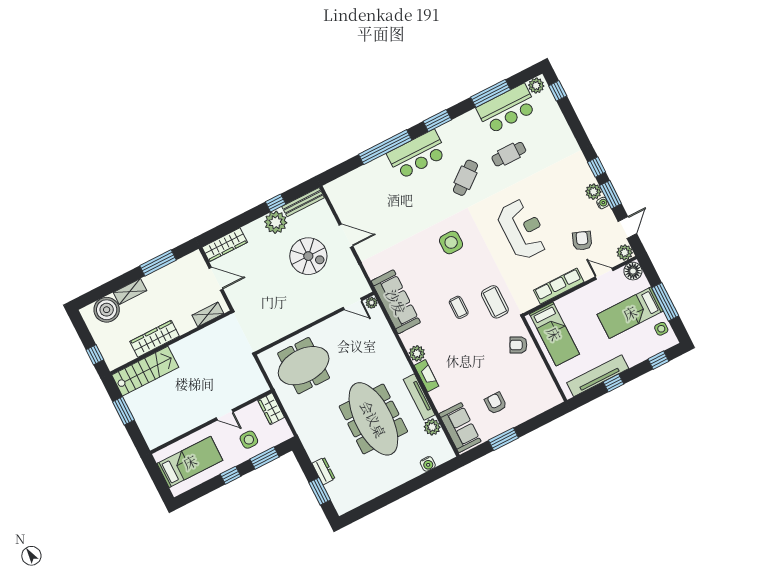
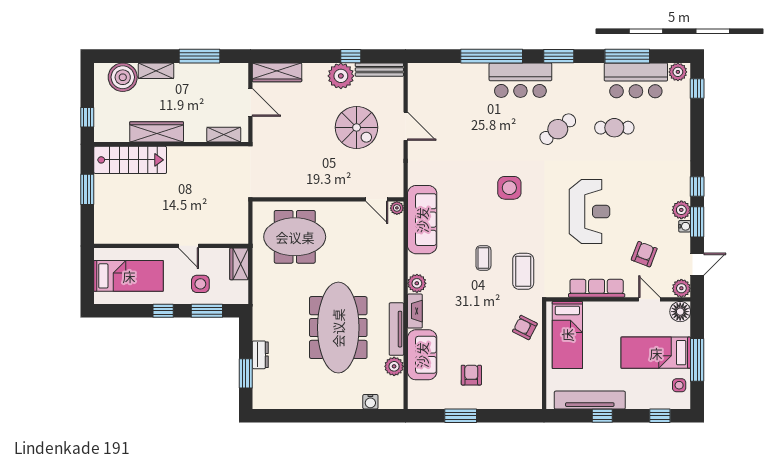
sofa: (460, 428) -> (422, 355), moved

